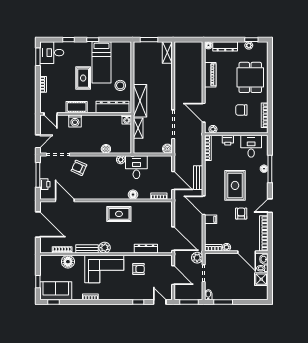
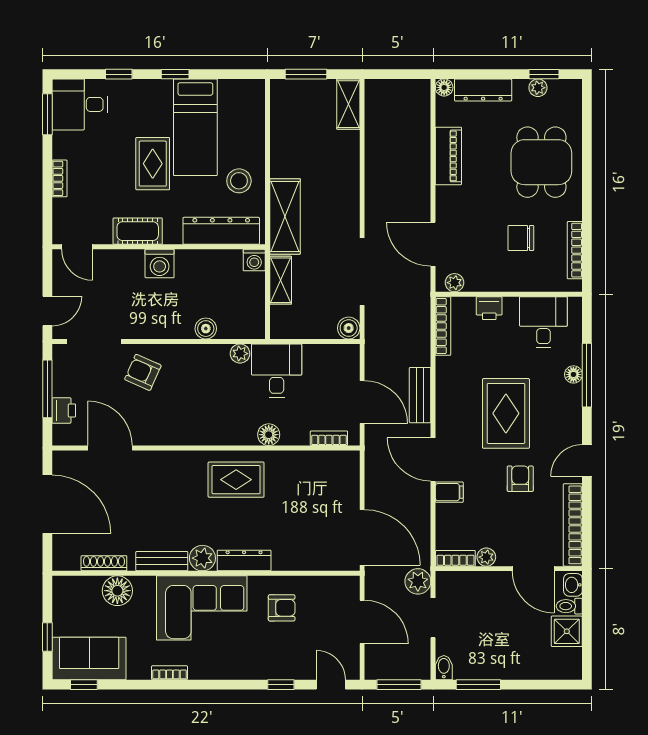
washing machine: (75, 121) -> (160, 264), moved
dresser: (146, 249) -> (244, 561), moved

